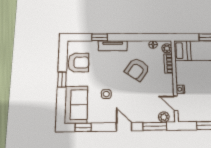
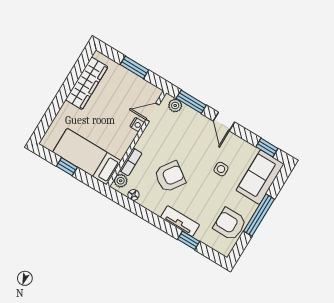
window: (62, 80) -> (259, 215), width x2.17
door: (176, 103) -> (152, 112), swing flipped

